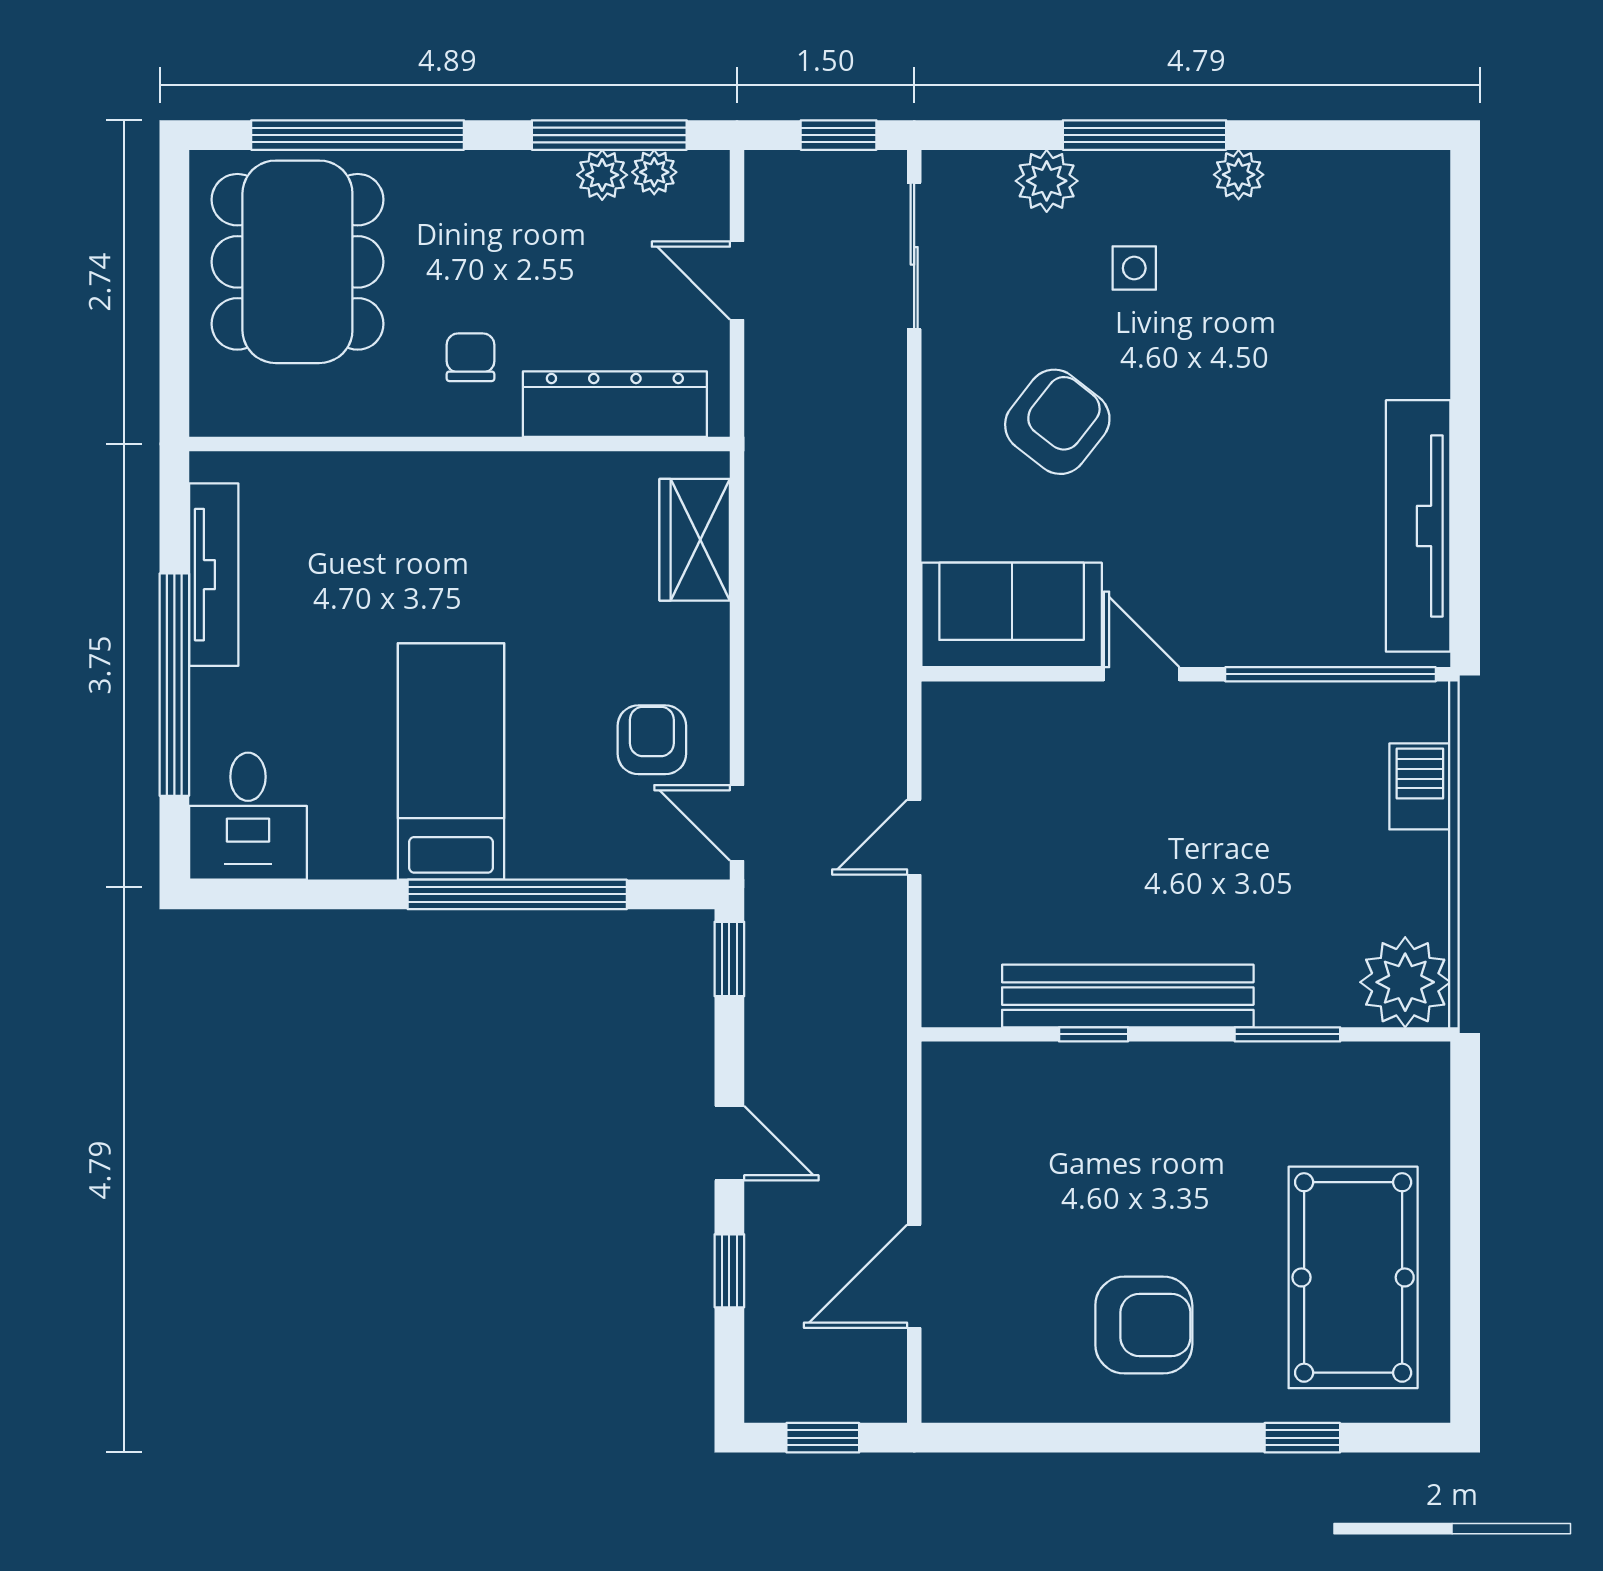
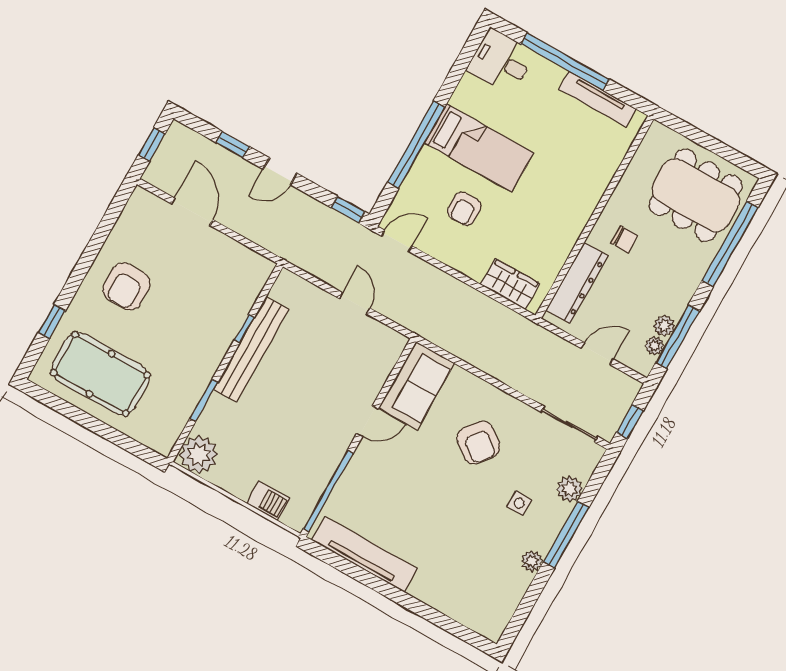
armchair: (652, 740) -> (464, 209), moved, turned 90

